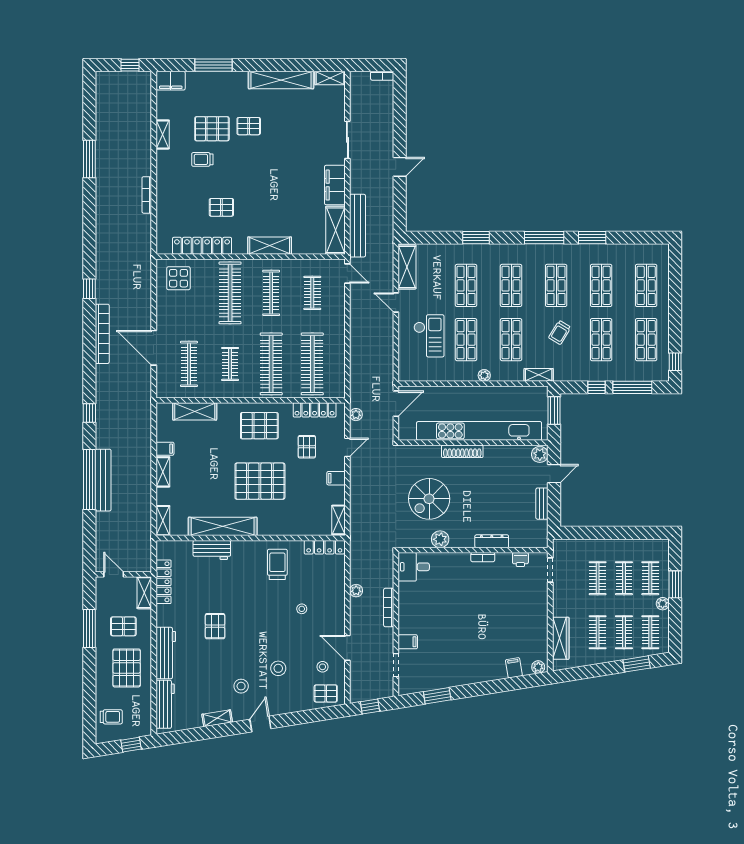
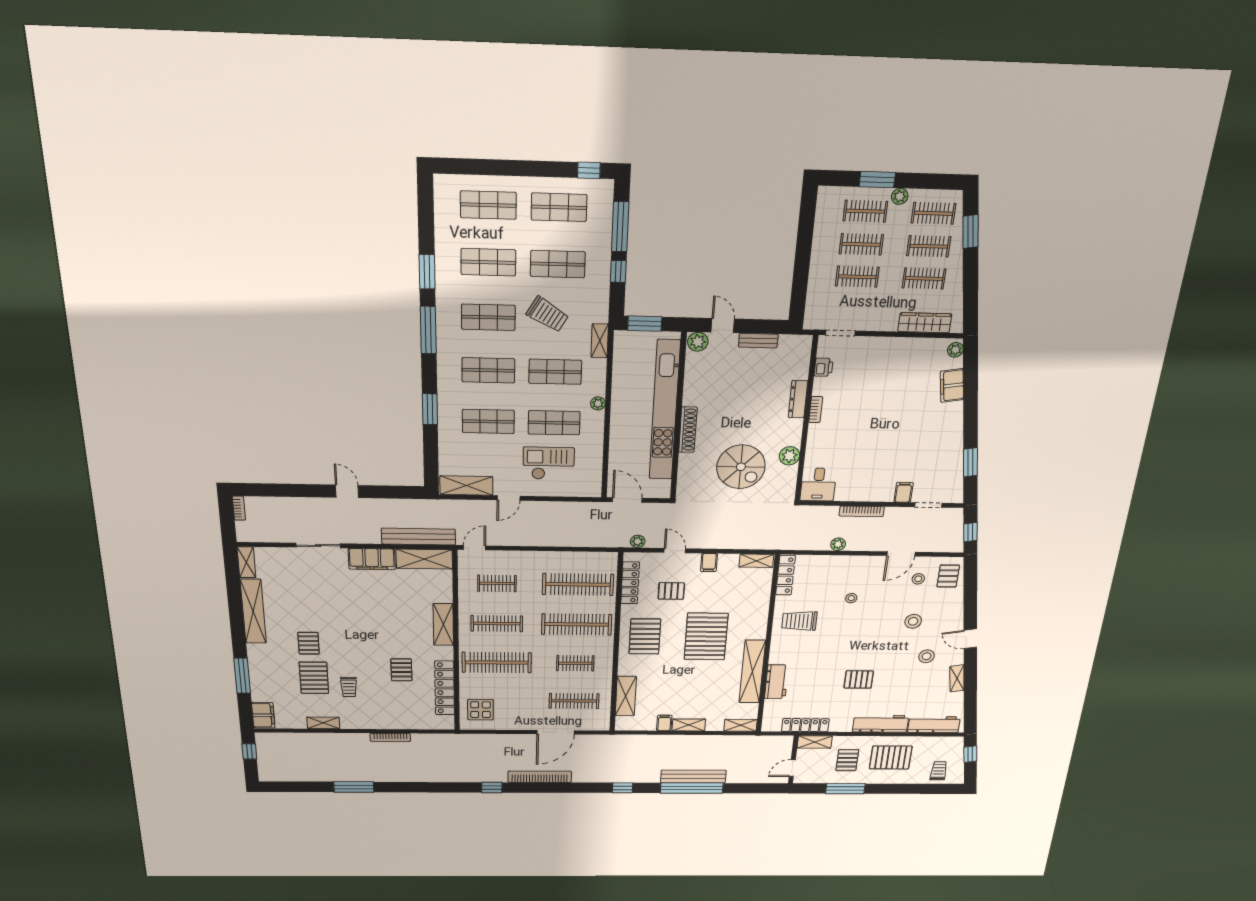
trolley: (560, 332) -> (548, 314), width x1.36, depth x1.39
filing cabinet: (514, 668) -> (952, 385), width x2.00

